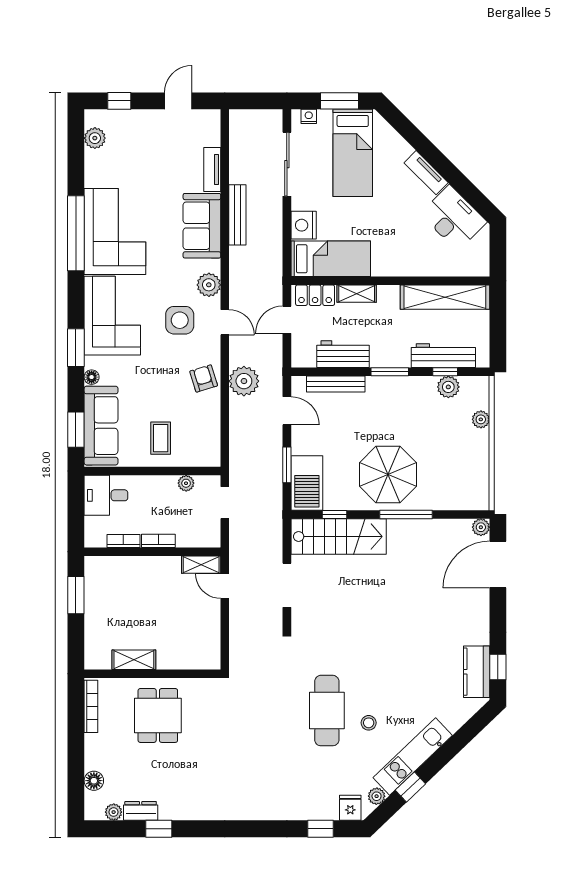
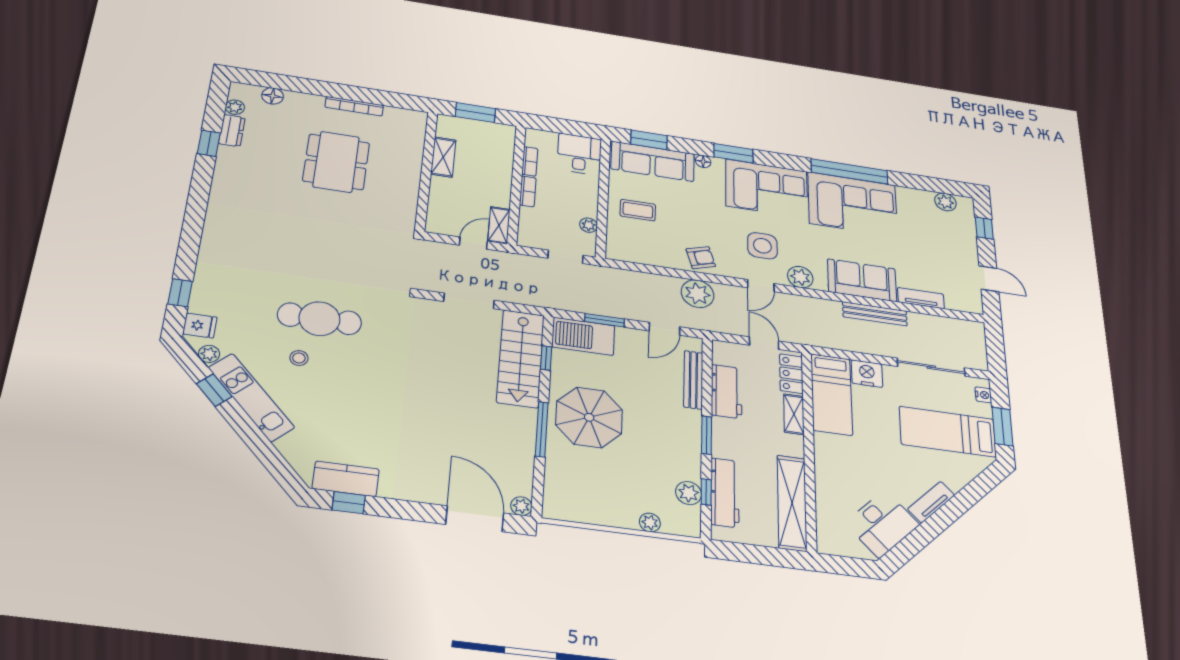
shelving: (134, 660) -> (443, 157), moved
wall: (152, 674) -> (426, 171), moved
dining table: (158, 715) -> (336, 162), width x1.38

